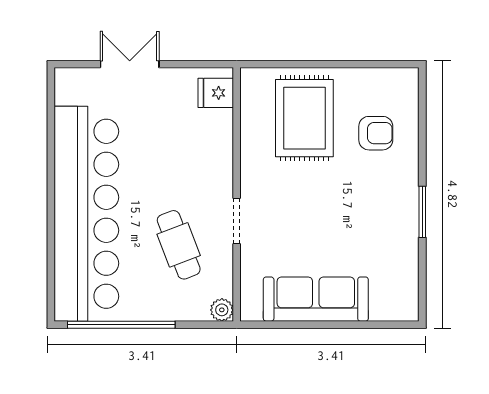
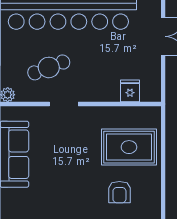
fridge: (216, 93) -> (130, 91), moved

